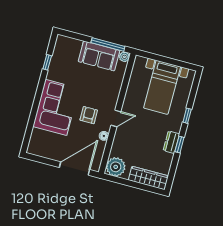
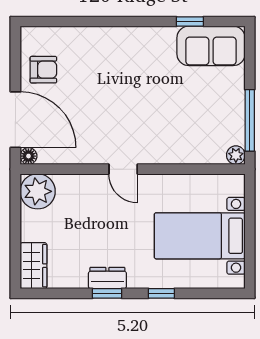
sofa: (99, 56) -> (211, 46), moved, turned -90
corner sofa: (56, 107) -> (114, 58), removed
armchair: (89, 115) -> (43, 70), moved
floor lamp: (104, 136) -> (28, 156), moved
wardrobe: (148, 178) -> (33, 266), width x0.67

